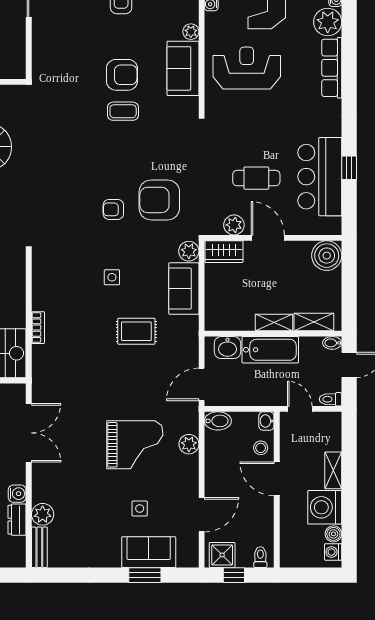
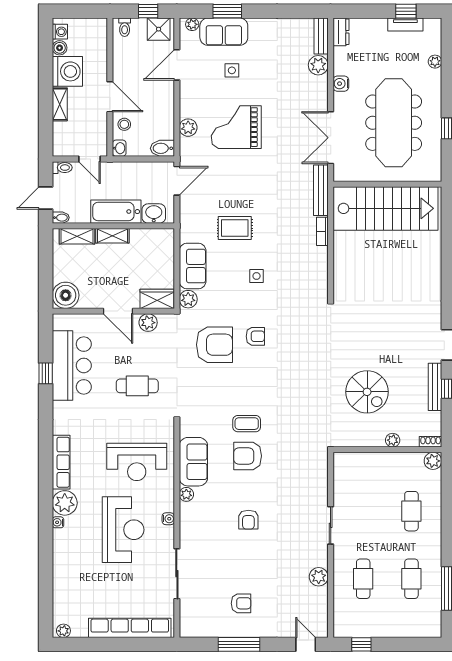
cafe table: (256, 178) -> (137, 386), moved
bench: (40, 374) -> (321, 190), added
dresser: (17, 520) -> (341, 32), moved
plant: (184, 560) -> (192, 24), added

